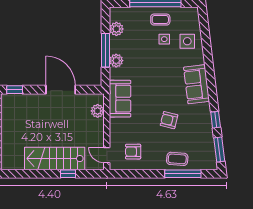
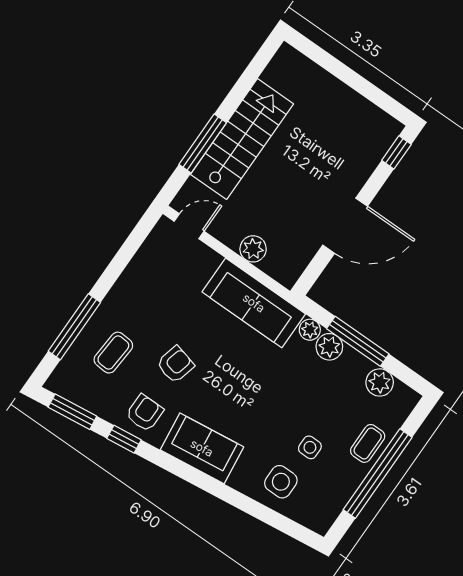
coffee table: (160, 20) -> (368, 443), moved
plant: (115, 74) -> (310, 330), added
sofa: (120, 99) -> (254, 303), width x1.36
plant: (98, 111) -> (253, 249), moved
armchair: (133, 152) -> (145, 413), moved
coffee table: (177, 159) -> (113, 353), moved
window: (68, 174) -> (203, 144), width x2.17

